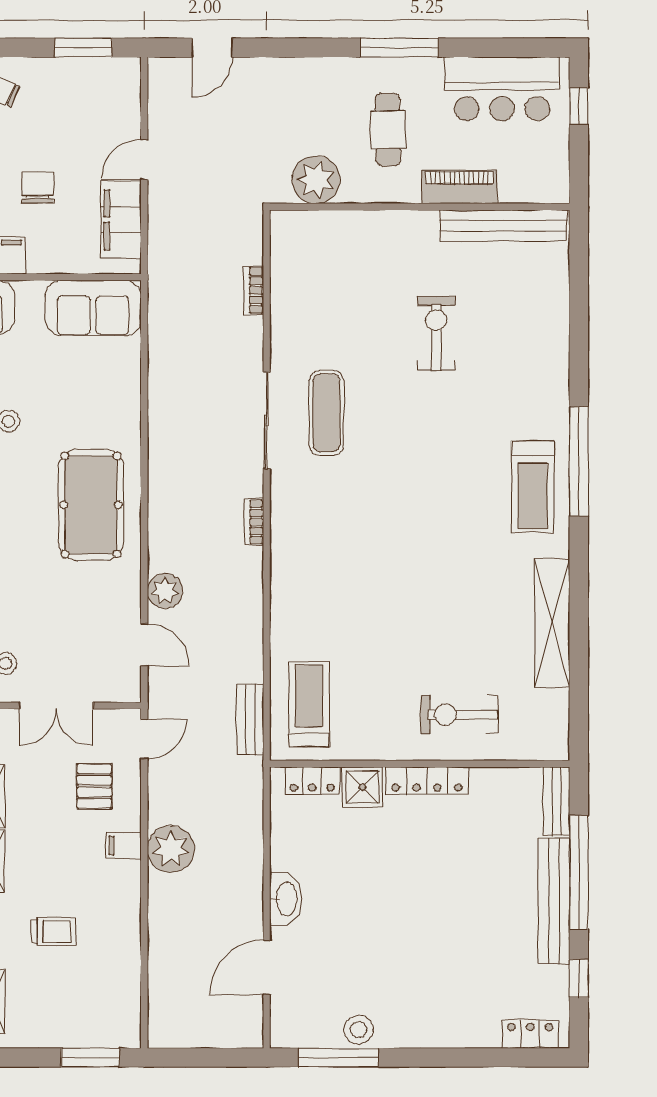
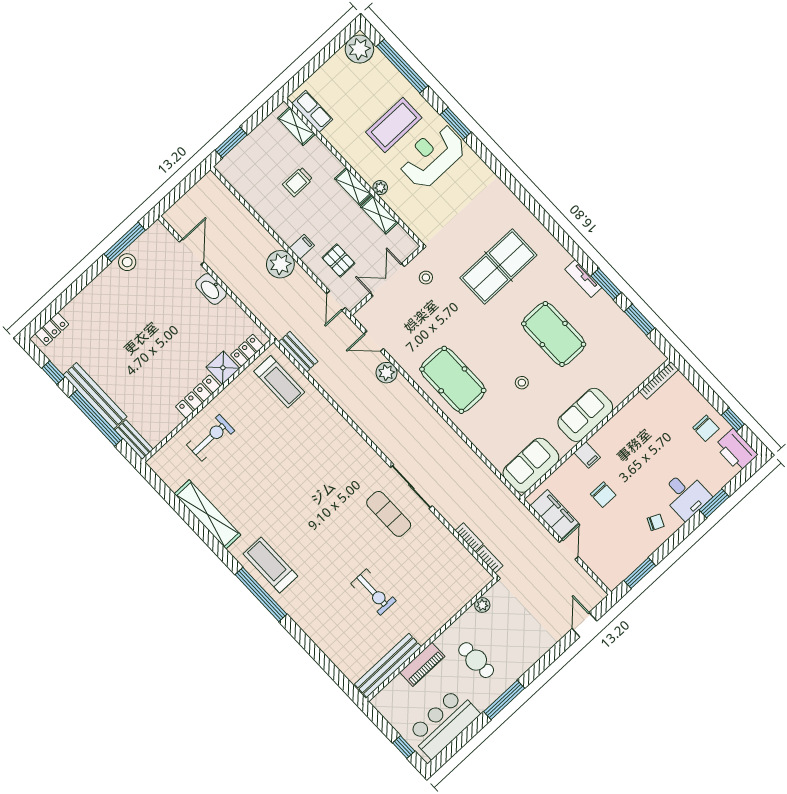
plant: (316, 180) -> (482, 605), width x0.53, depth x0.53
bookcase: (254, 522) -> (489, 559), moved

